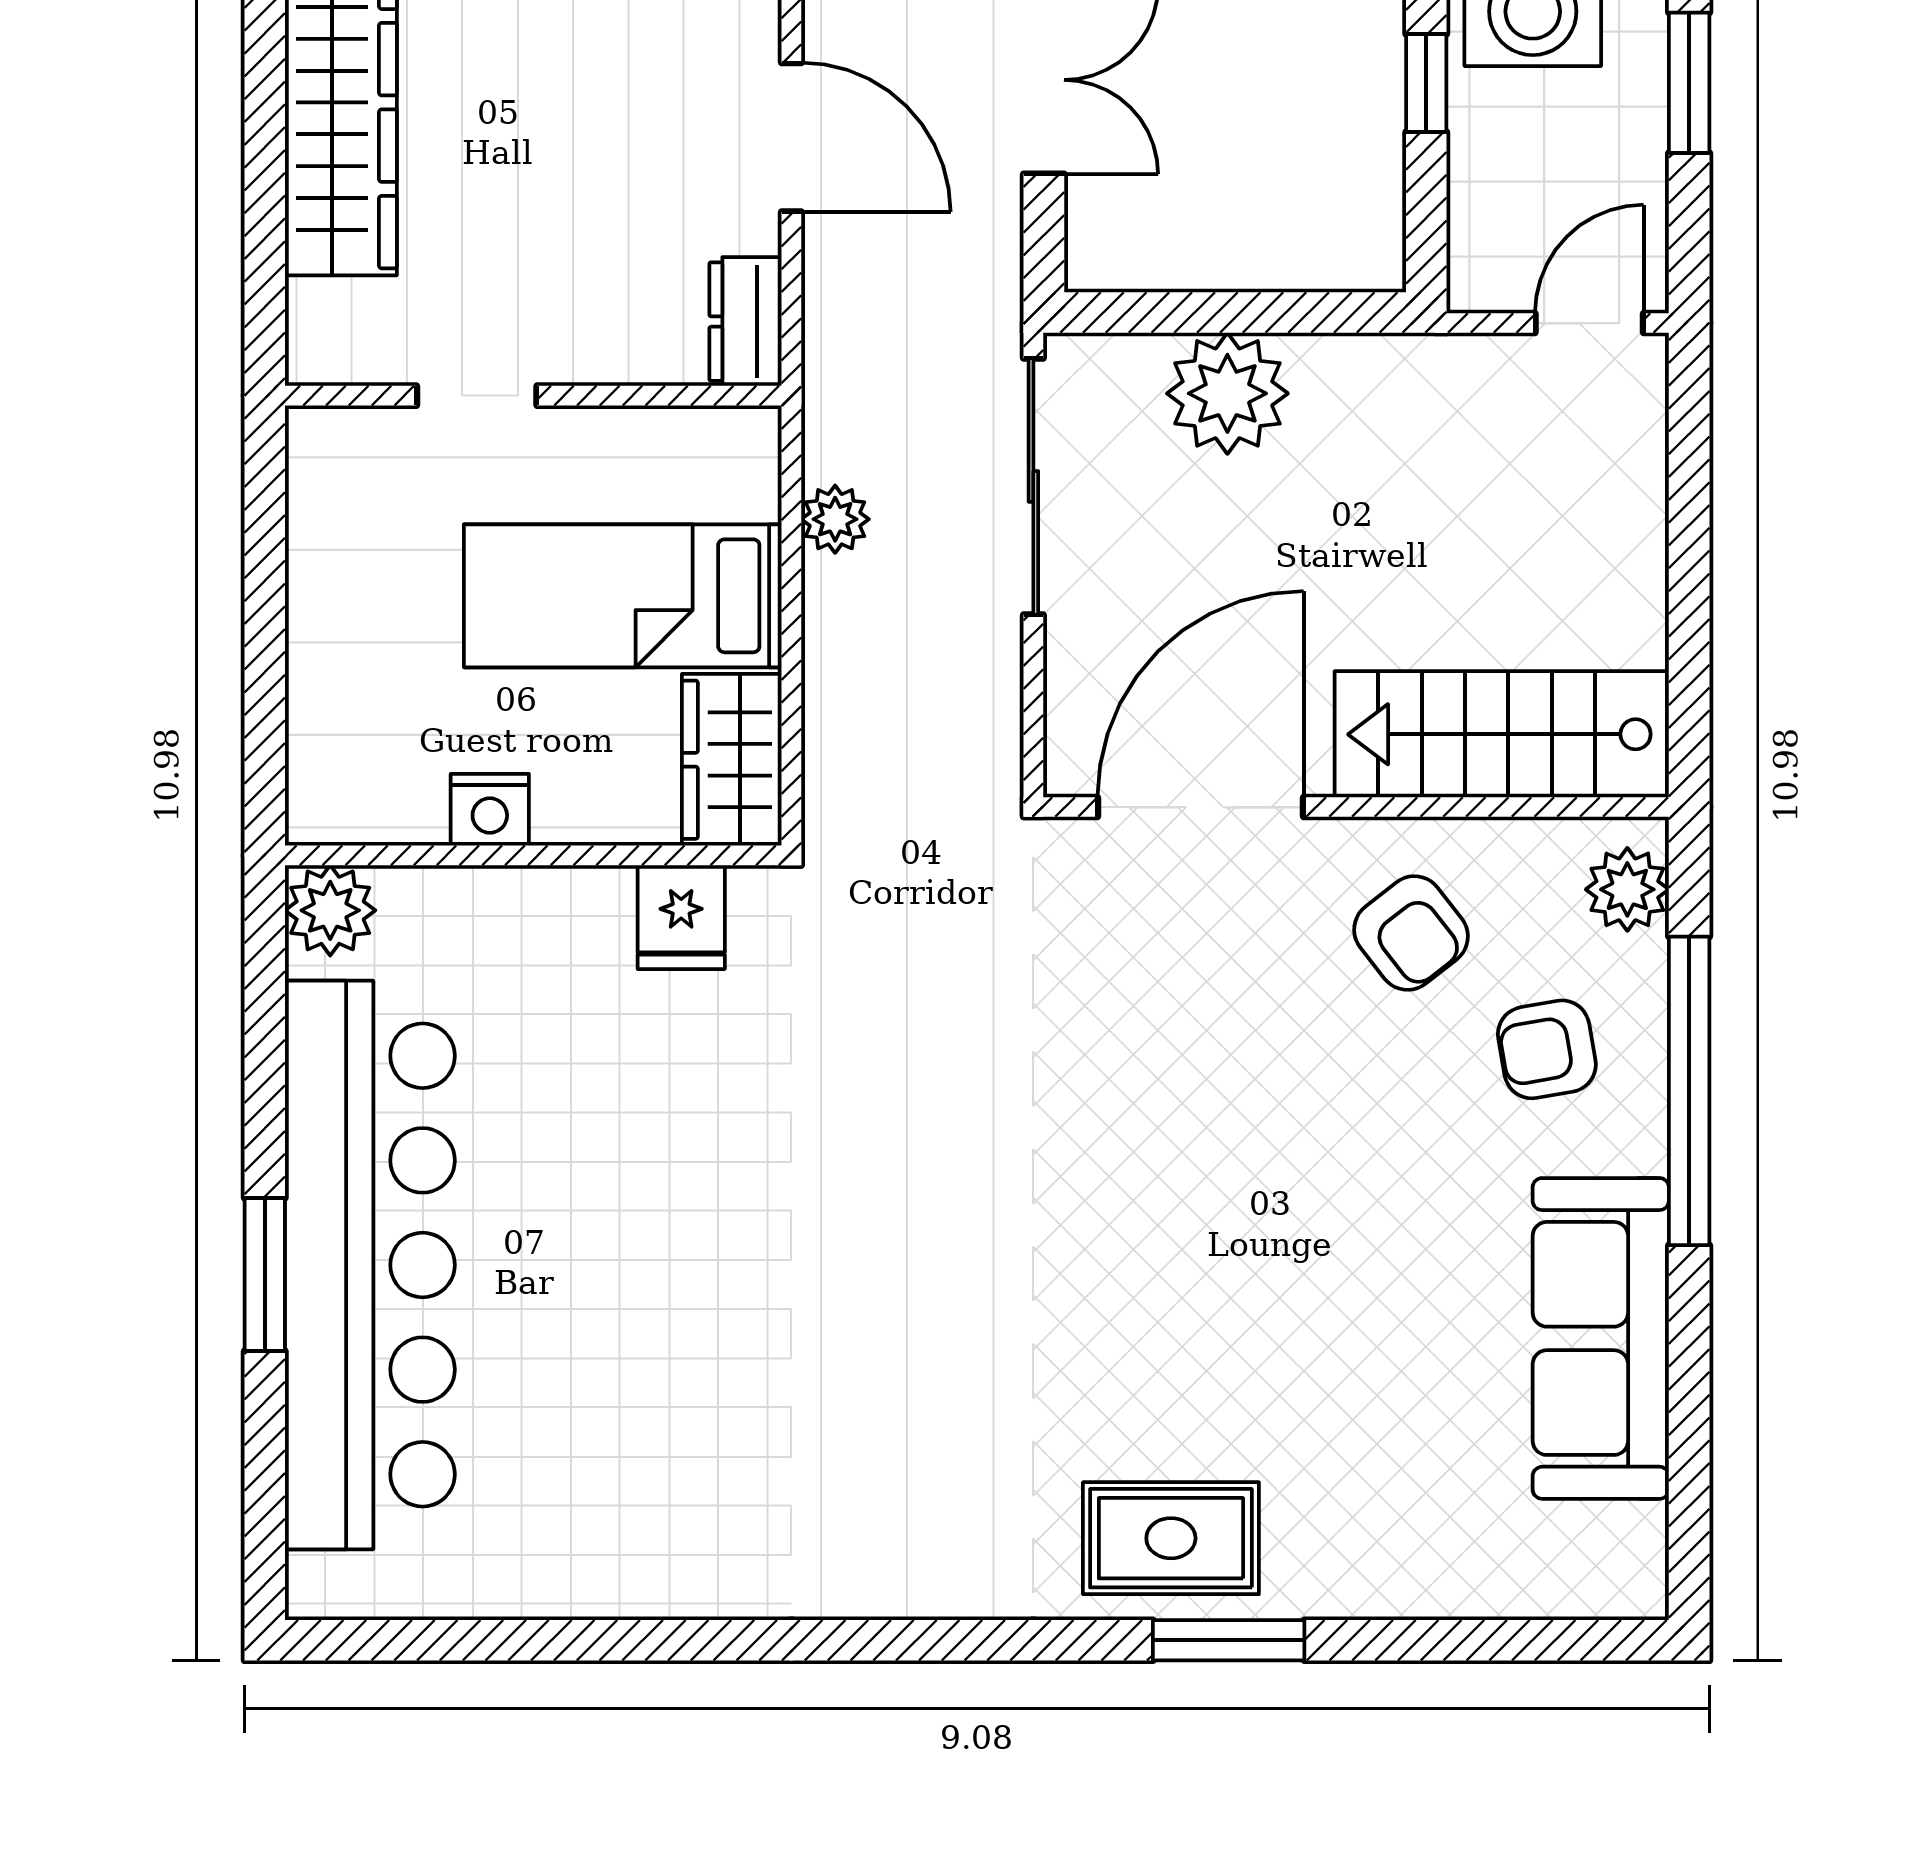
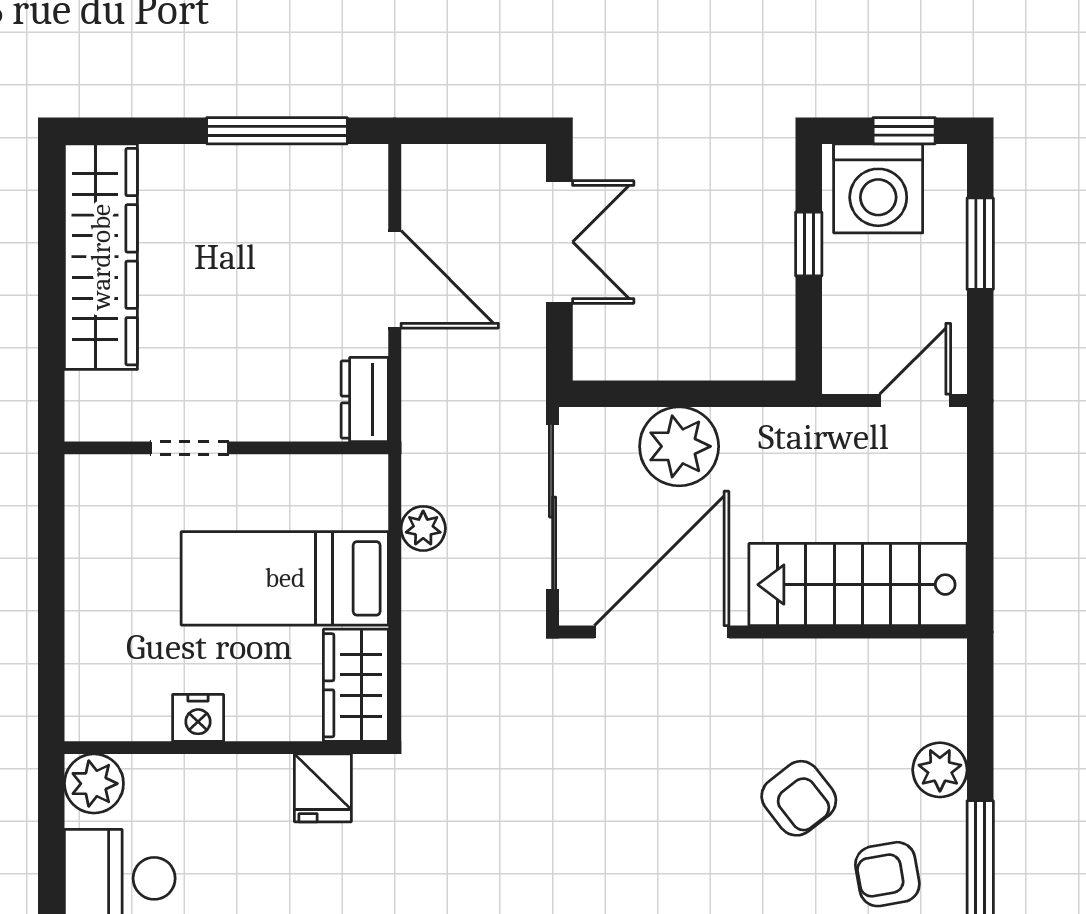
stairs: (1502, 734) -> (858, 585), moved
door: (1201, 807) -> (662, 632), moved
wall: (1356, 807) -> (763, 632), moved

